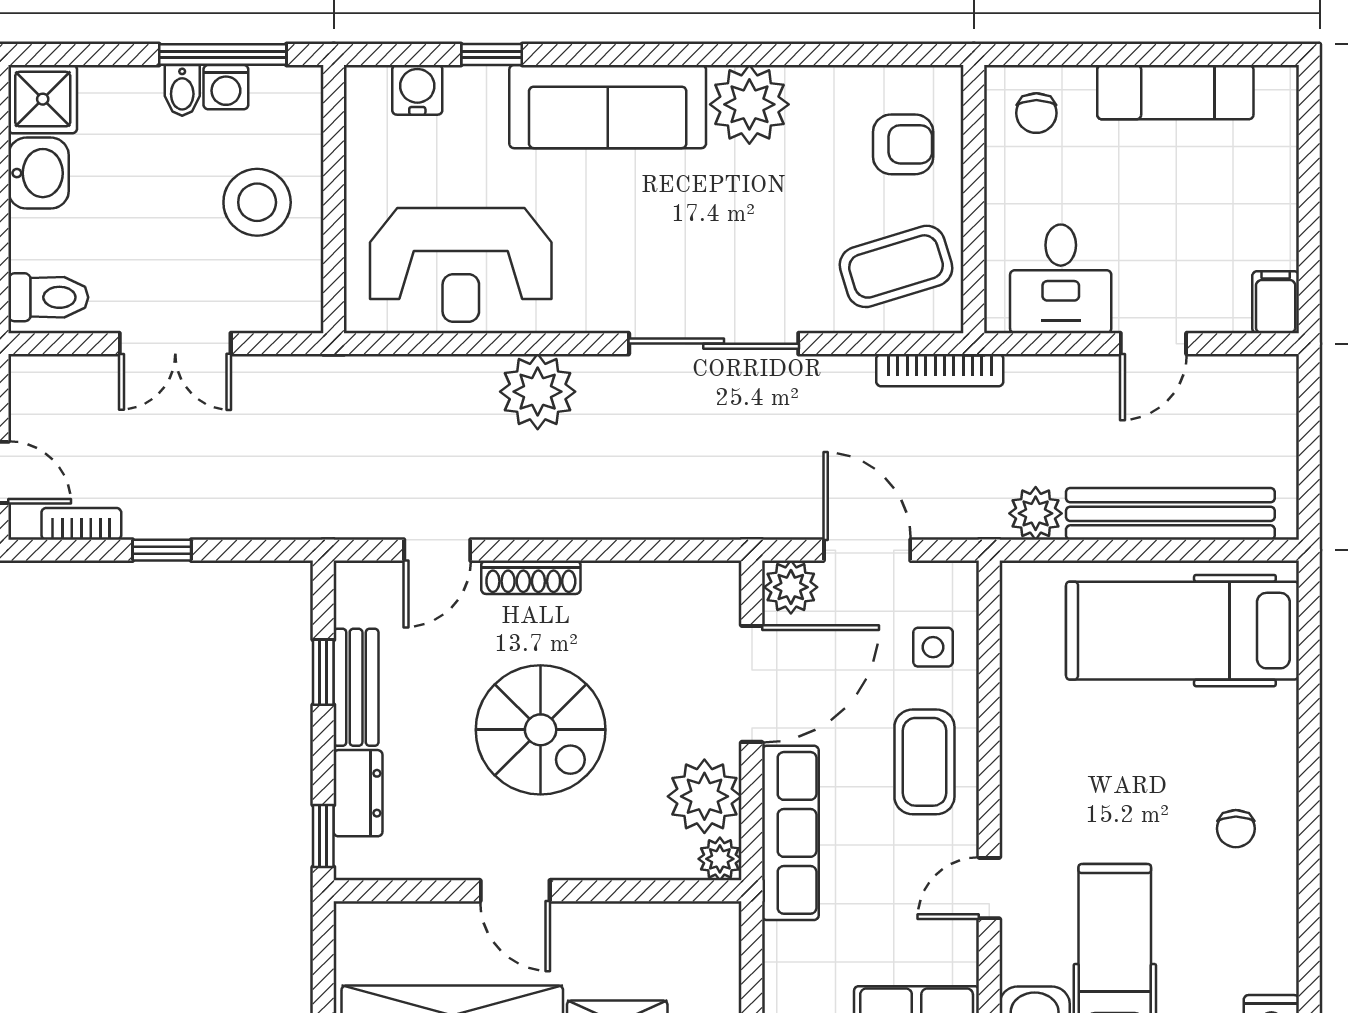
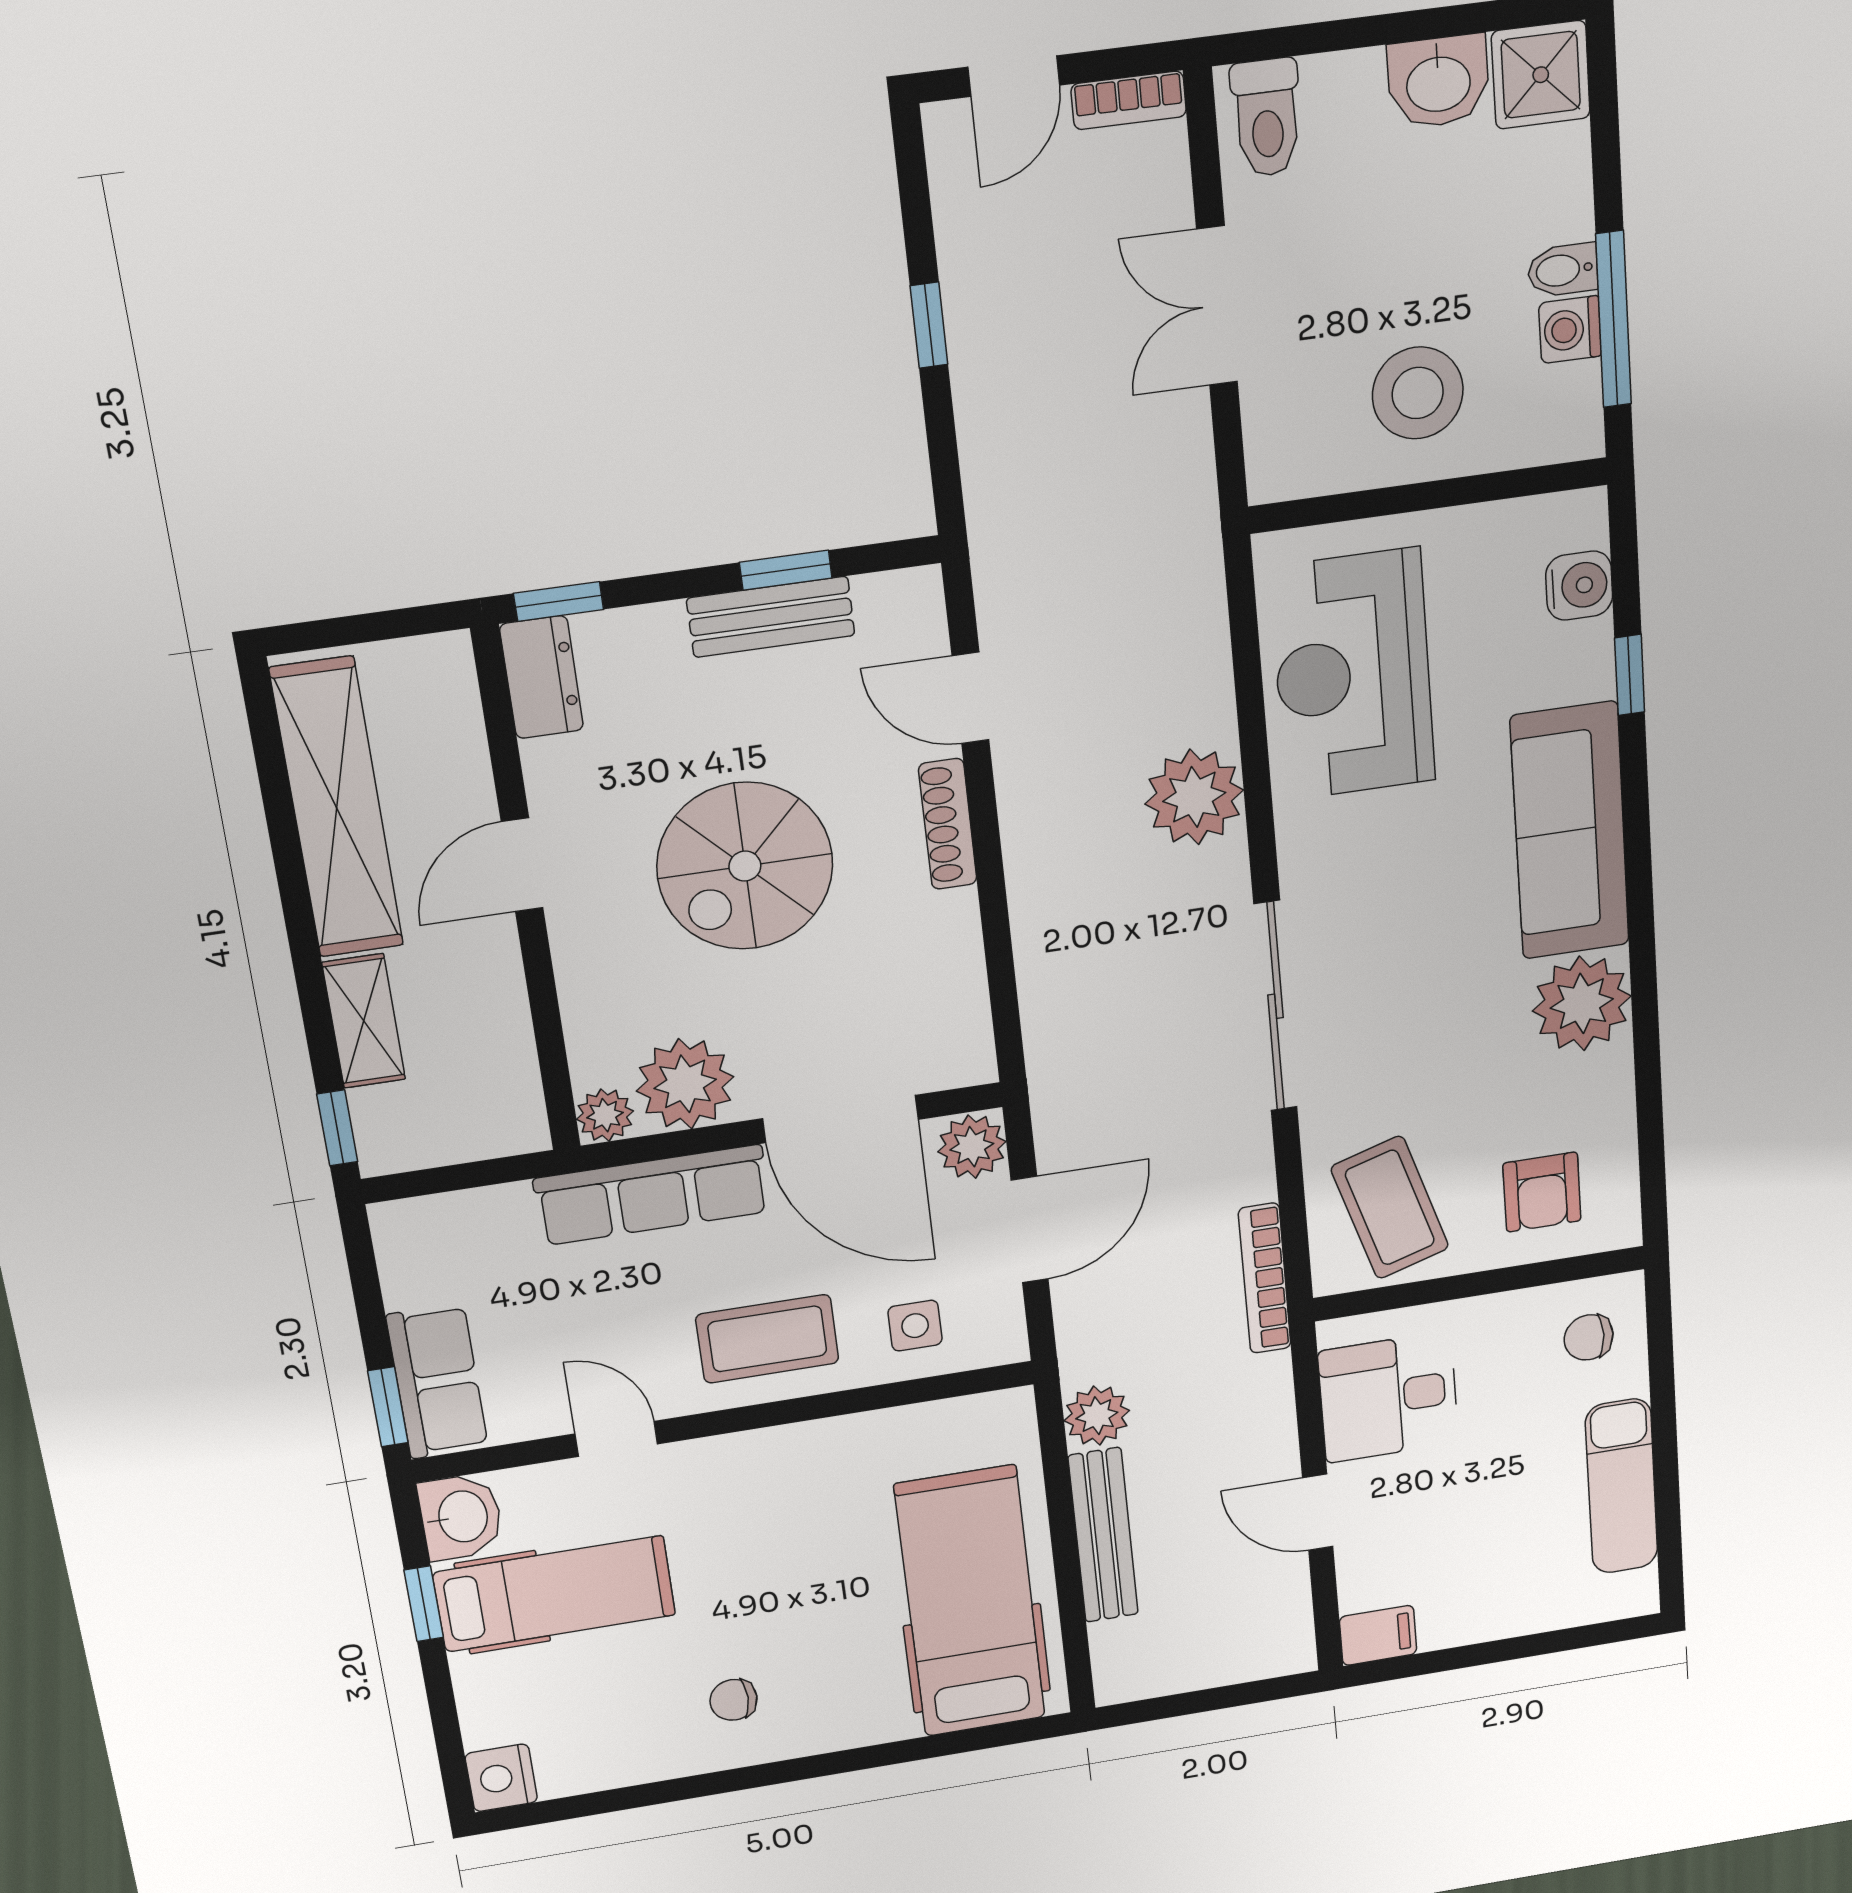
bench: (1170, 514) -> (1103, 1535), width x0.73, depth x0.82
bookcase: (81, 524) -> (1129, 100), moved, turned 90
dresser: (358, 793) -> (542, 677), moved, turned -90

